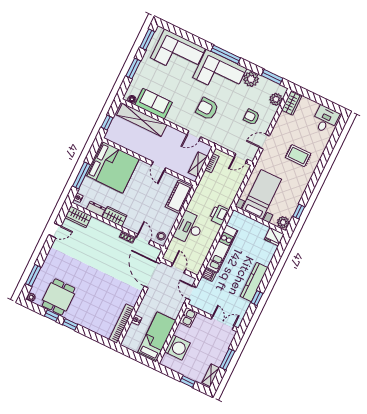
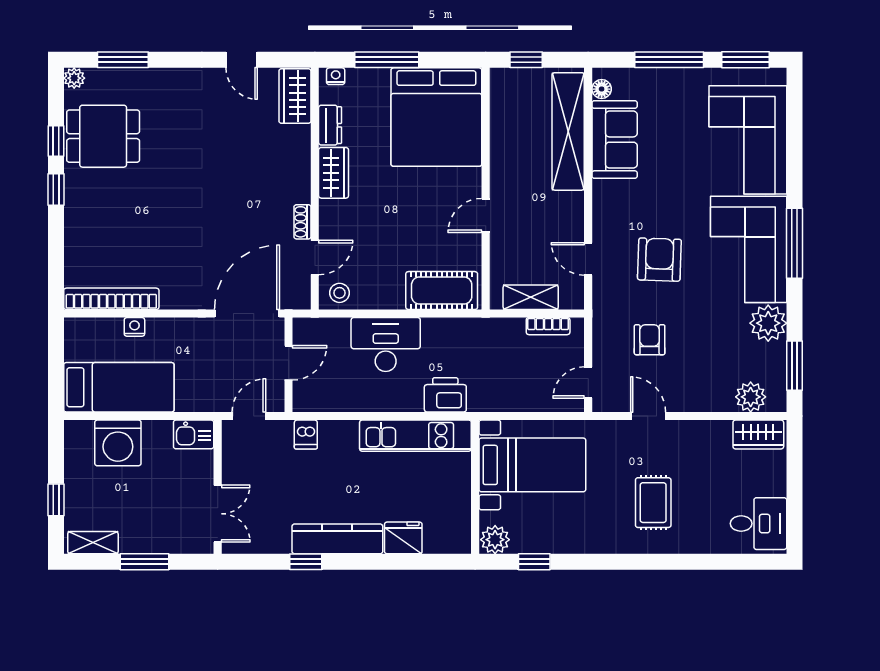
window: (133, 68) -> (669, 60), width x1.44
armchair: (251, 117) -> (650, 340), moved
door: (241, 158) -> (588, 383), hinge flipped
fridge: (274, 237) -> (403, 538), moved, turned 90
kitchen unit: (222, 249) -> (415, 436), moved

